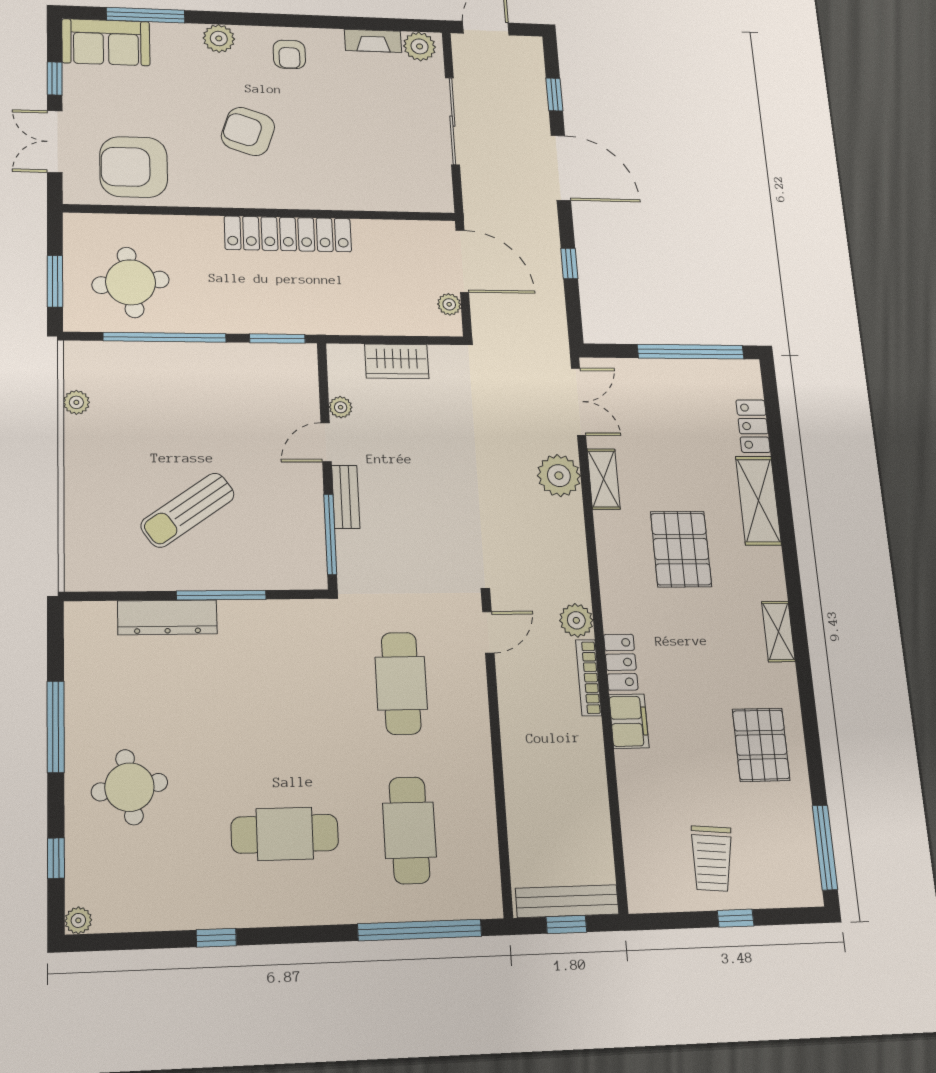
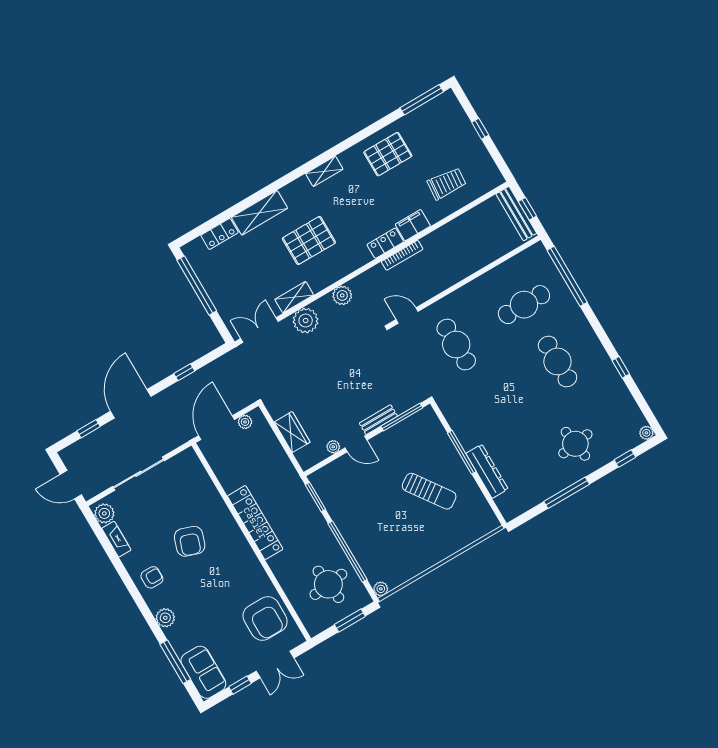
armchair: (248, 131) -> (190, 541), moved
plant: (76, 402) -> (381, 589), moved
plant: (576, 620) -> (342, 295), moved
cafe table: (401, 683) -> (456, 345), turned 90
trolley: (712, 859) -> (447, 183), moved

